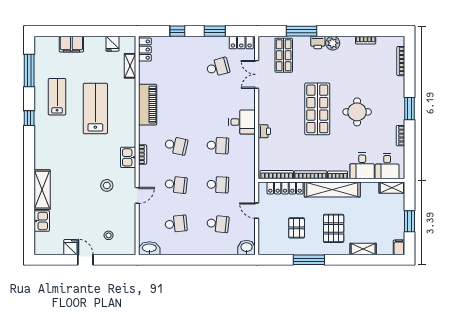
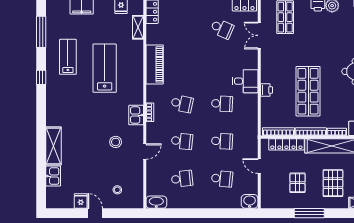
school desk: (218, 67) -> (222, 29), turned 39
shop shelf: (317, 109) -> (308, 91), moved

